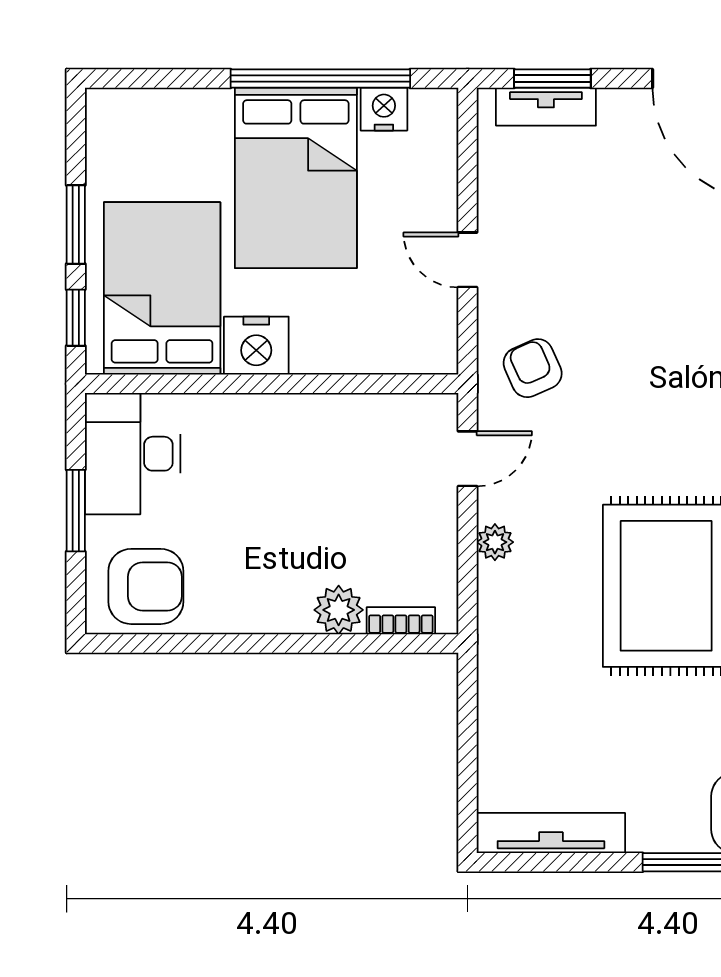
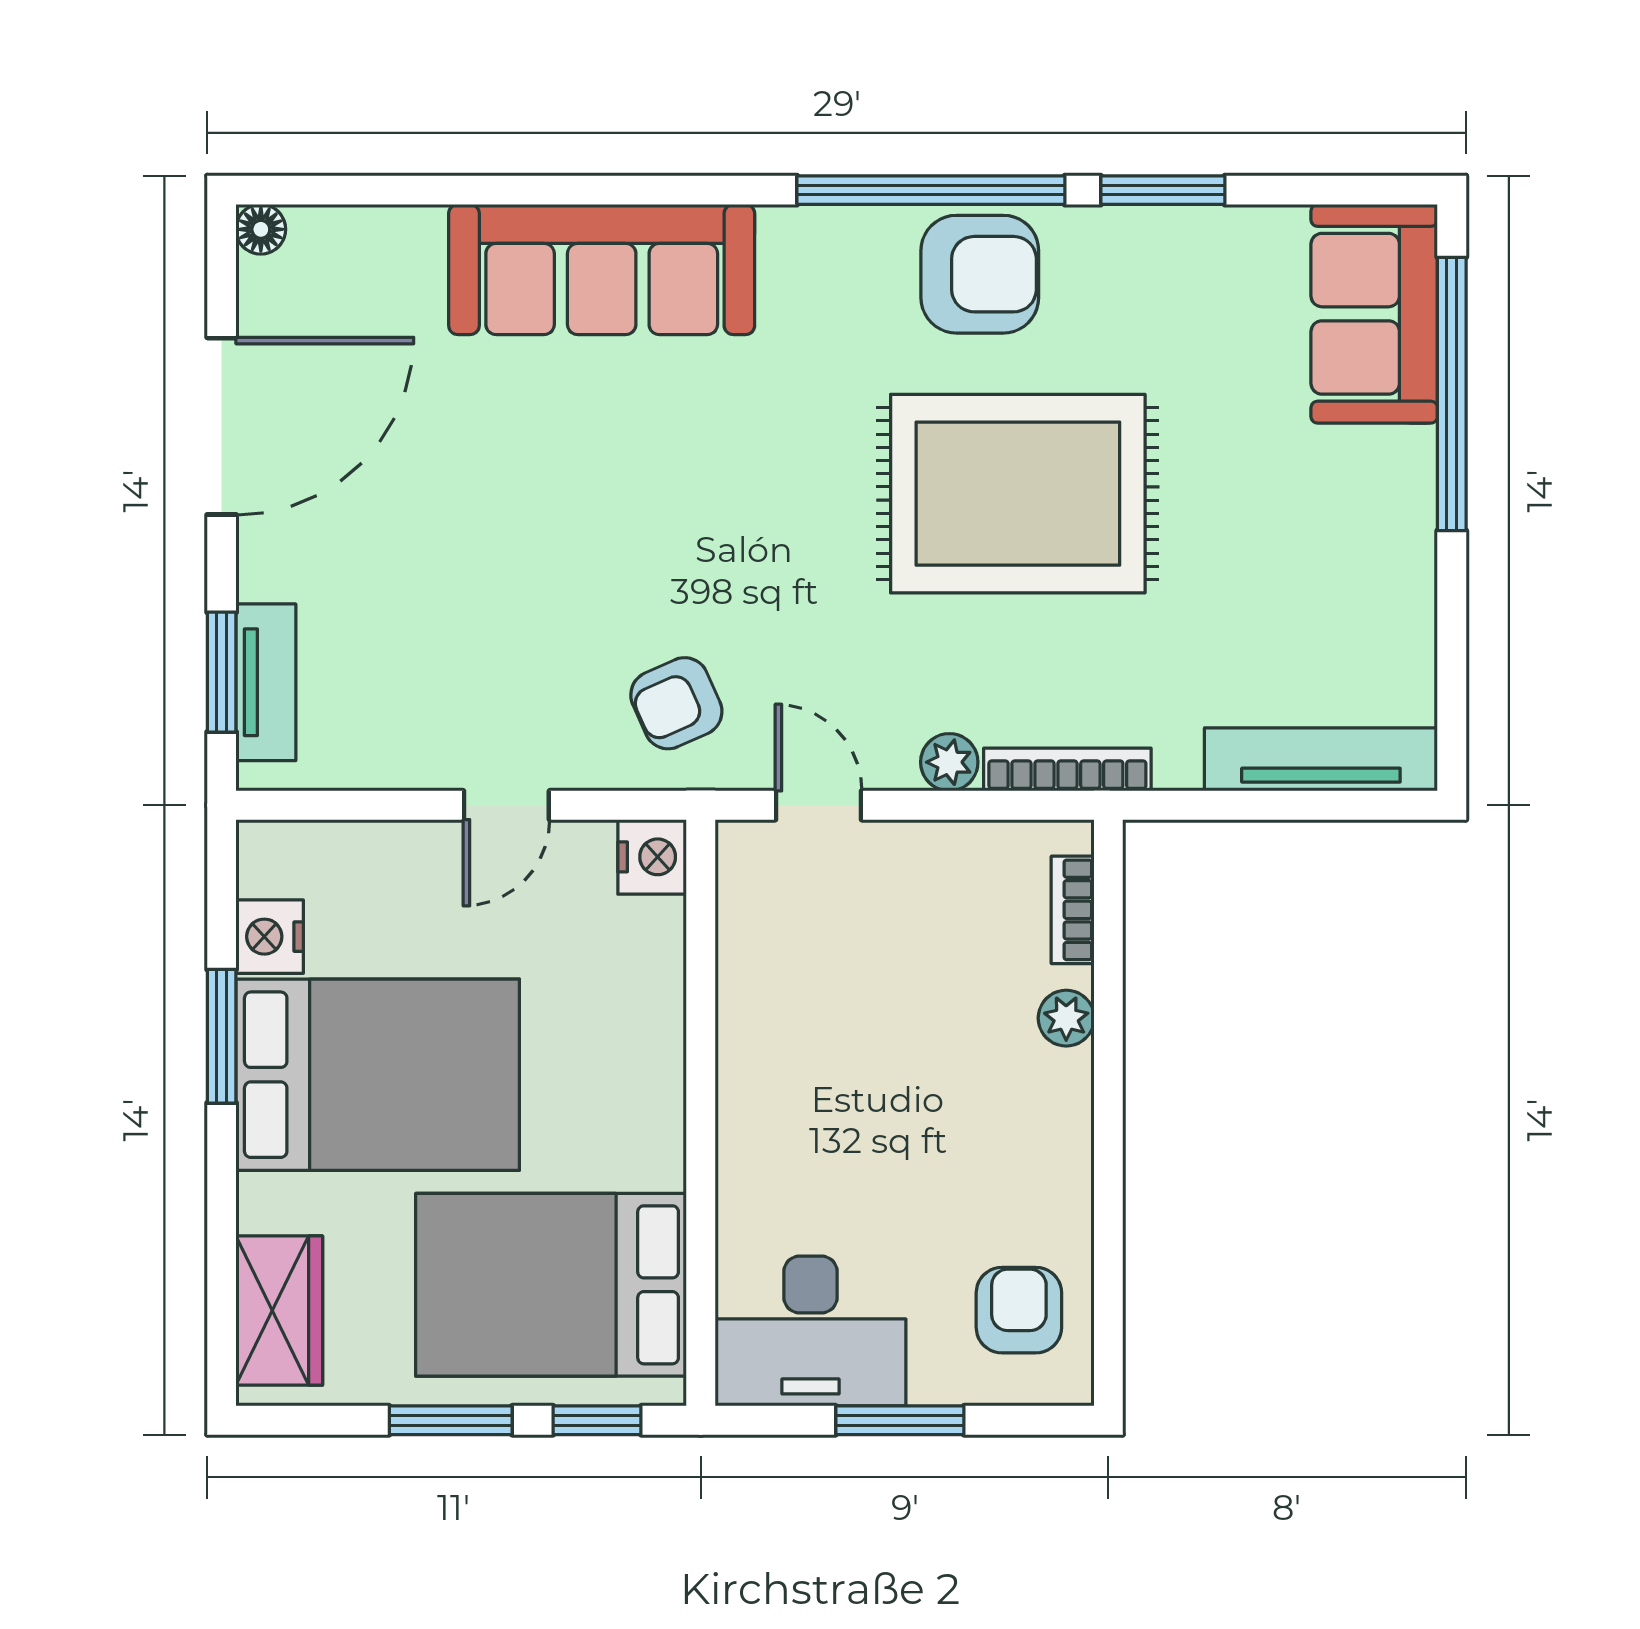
window: (320, 78) -> (222, 1036), width x0.47
wardrobe: (146, 115) -> (279, 1311), added
nightstand: (256, 346) -> (652, 857), moved, width x0.74, depth x0.75
armchair: (146, 586) -> (1019, 1310), width x0.72, depth x0.72
plant: (339, 610) -> (1066, 1018), width x0.73, depth x0.73
bookcase: (490, 617) -> (1067, 769), added
tv unit: (551, 833) -> (1321, 759), moved, turned 90

